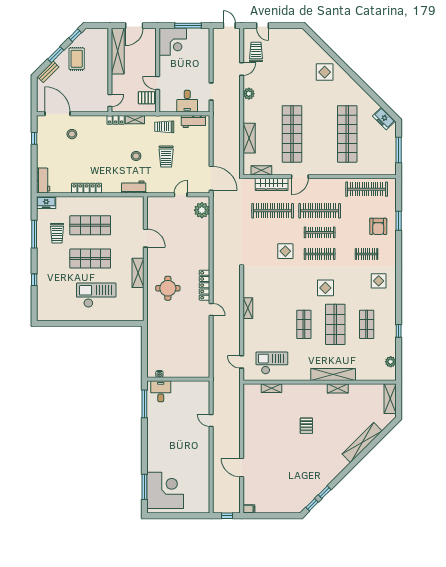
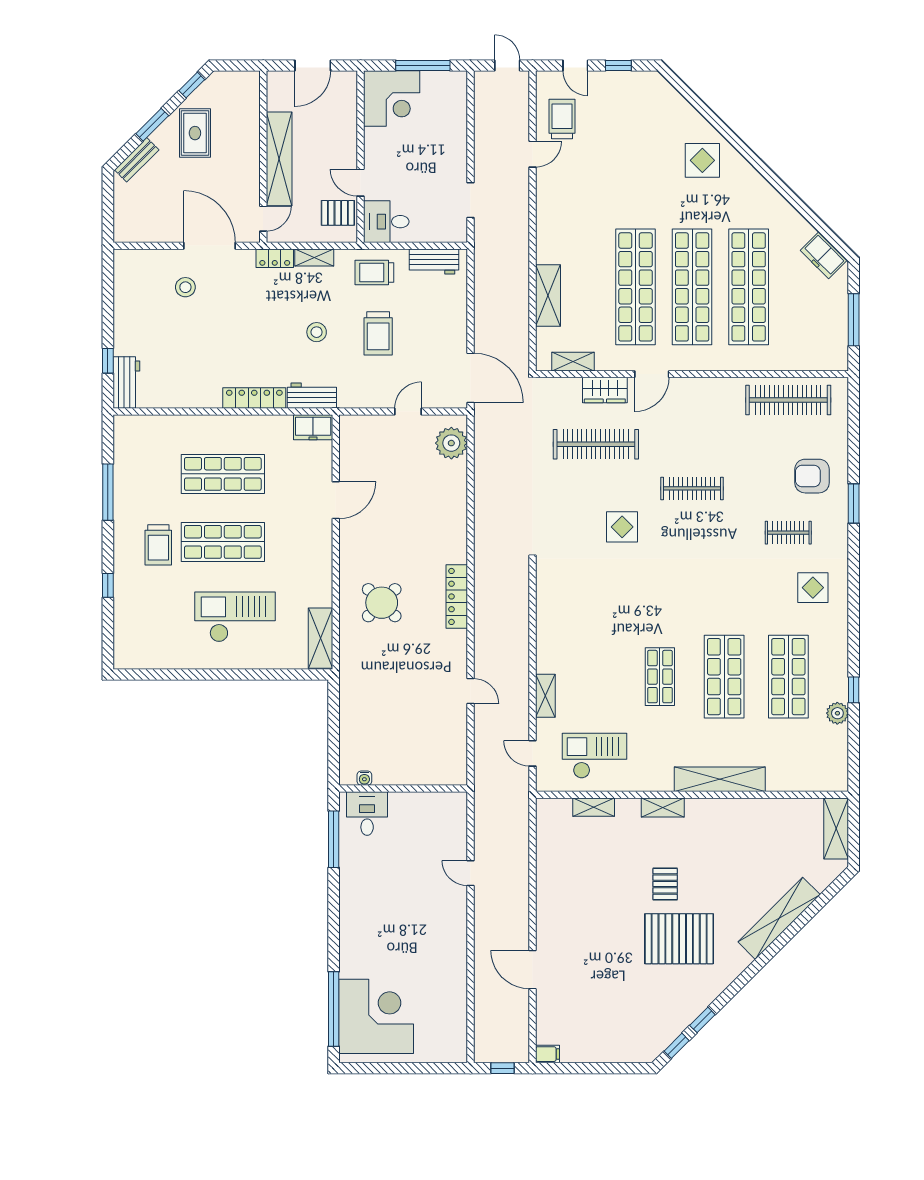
window: (284, 26) -> (618, 65), added
shelving: (118, 51) -> (279, 159), moved
plant: (249, 94) -> (547, 205), removed
desk: (187, 101) -> (386, 222), moved, turned 90
door: (57, 114) -> (209, 246), moved
shop shelf: (320, 134) -> (692, 287), added
window: (34, 138) -> (108, 361), moved
wardrobe: (272, 184) -> (605, 390), width x0.67
locker: (87, 188) -> (254, 398), moved
freezer: (46, 202) -> (313, 427), moved
clothes rail: (320, 211) -> (692, 444), removed
window: (399, 221) -> (854, 504), moved
armchair: (378, 226) -> (812, 476), turned 90
trolley: (57, 233) -> (158, 545), moved
door: (145, 238) -> (336, 500), hinge flipped
clothes rail: (320, 254) -> (692, 533), removed
shelving: (138, 273) -> (321, 638), moved
round table: (168, 288) -> (382, 603), turned 45
display table: (325, 288) -> (704, 602), removed
shelving: (248, 308) -> (545, 696), moved
door: (211, 309) -> (470, 691), moved
shop shelf: (367, 324) -> (788, 677), width x1.43, depth x1.36
plant: (391, 362) -> (837, 713), moved
shelving: (338, 388) -> (663, 807), moved
pallet: (313, 453) -> (679, 939), added
window: (144, 487) -> (334, 1009), width x1.46

